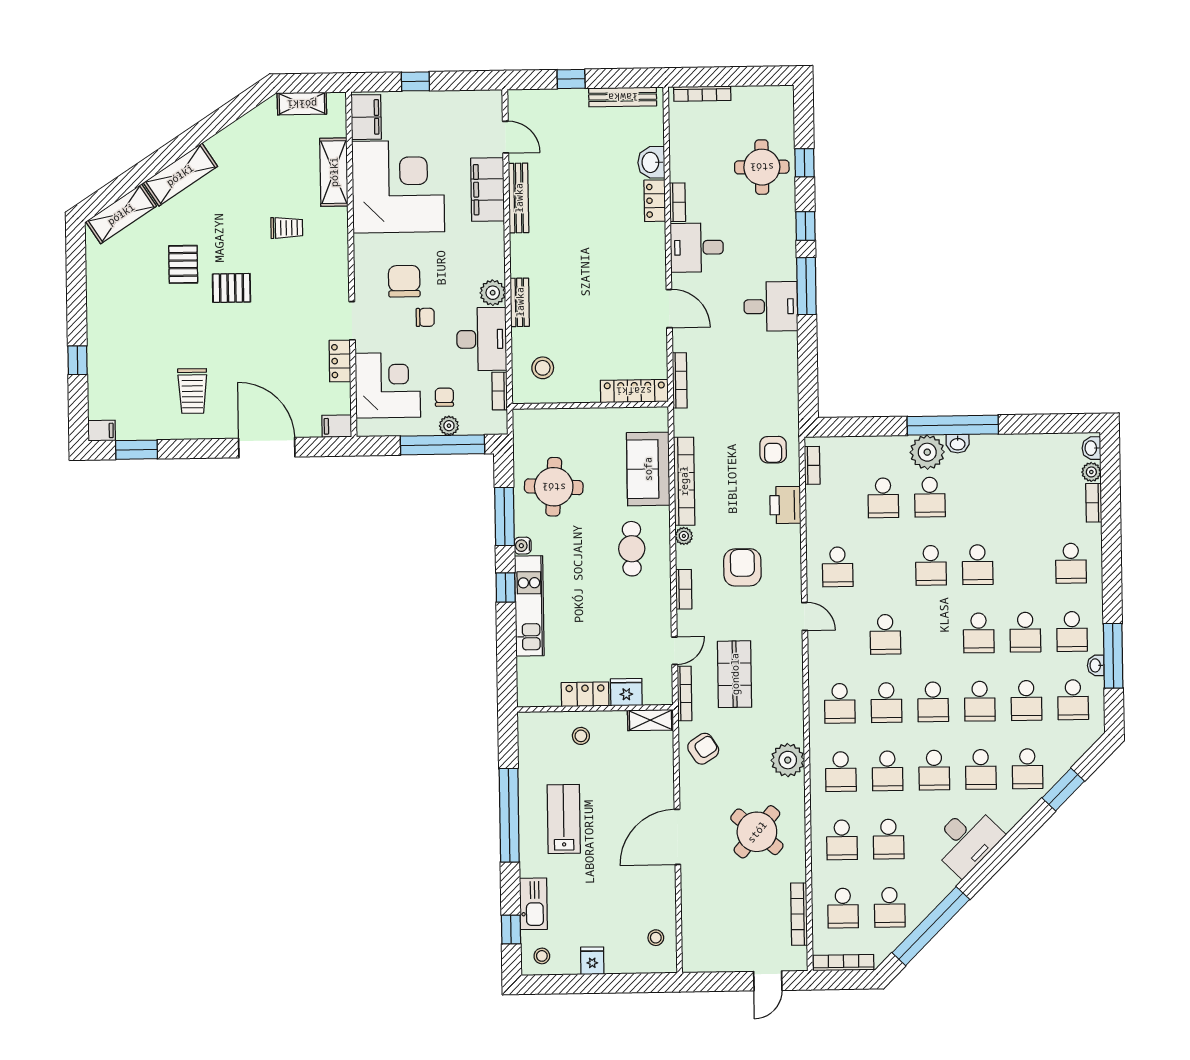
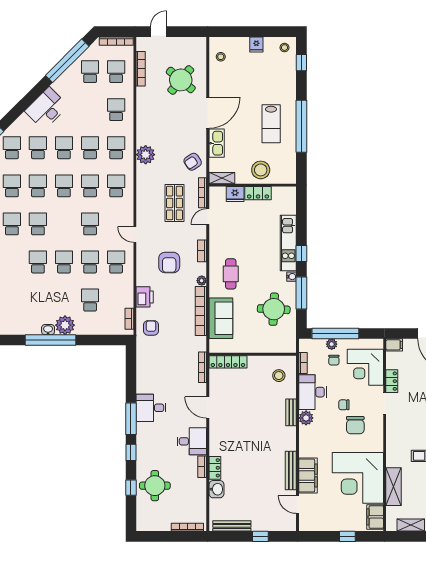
school desk: (930, 497) -> (90, 262), moved
stool: (581, 736) -> (261, 170), width x1.89, depth x1.89
round table: (757, 832) -> (181, 80), moved
school desk: (889, 839) -> (90, 110), removed
kitchen sink: (533, 904) -> (217, 143), moved, turned 180

